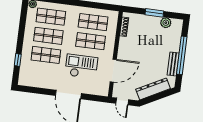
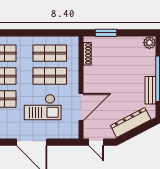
window: (154, 13) -> (106, 33), moved
plant: (166, 23) -> (149, 43), moved
checkout: (81, 66) -> (43, 107), turned 180

